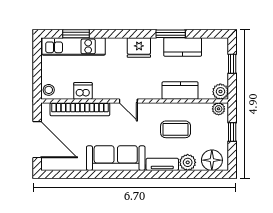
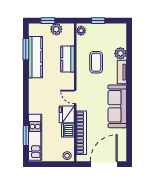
window: (171, 34) -> (26, 49), moved
fridge: (139, 47) -> (67, 114), moved, turned 180
kitchen counter: (183, 47) -> (36, 57), width x1.50
plant: (220, 92) -> (56, 29), moved
door: (128, 101) -> (75, 97), swing flipped
floor lamp: (212, 160) -> (119, 36), removed

